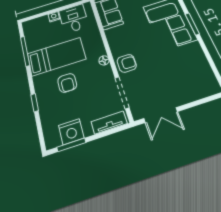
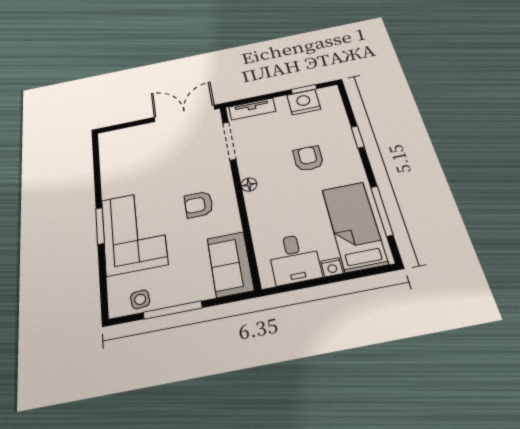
bed: (56, 56) -> (354, 226), moved, turned 90
armchair: (127, 63) -> (199, 205), moved
double door: (161, 115) -> (184, 113), width x1.37
window: (71, 145) -> (304, 89), width x0.67

